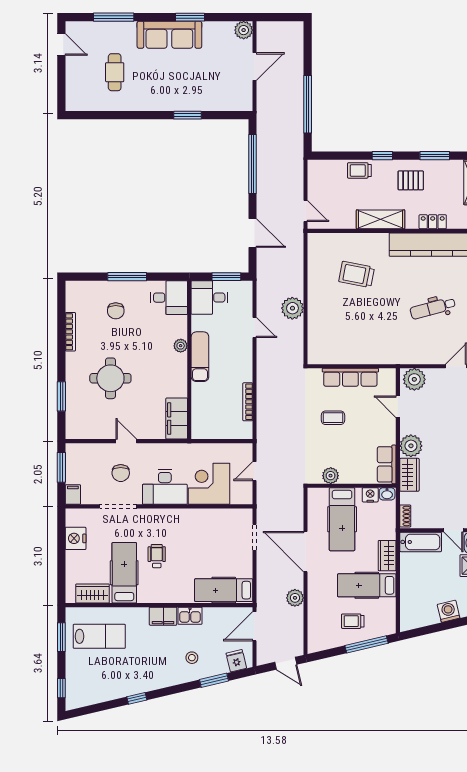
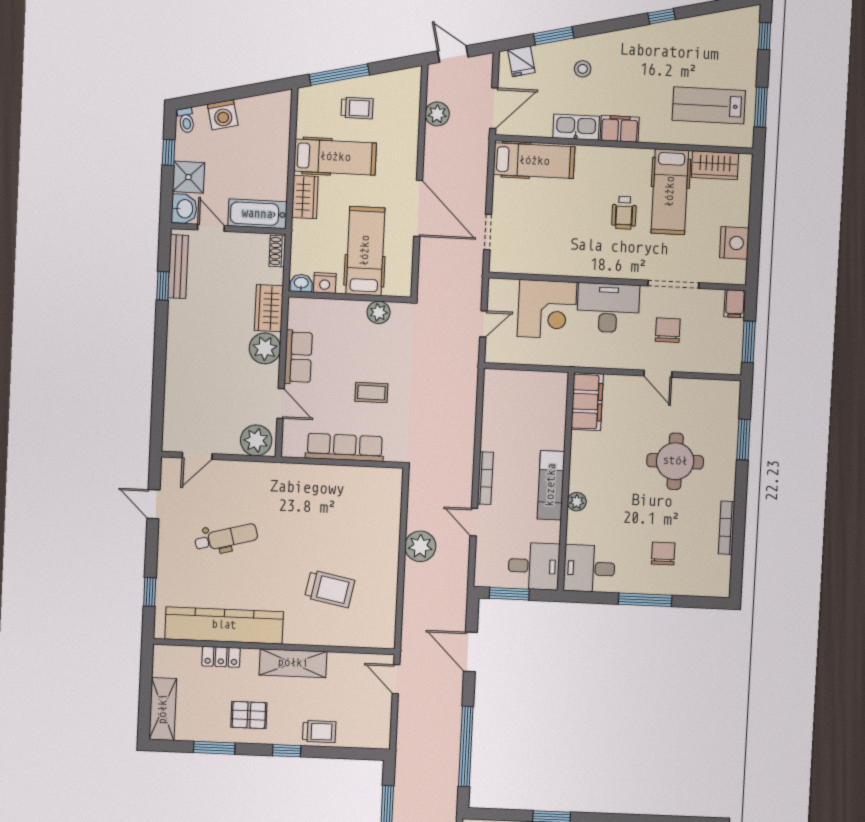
bookcase: (248, 402) -> (485, 478), moved
row of seats: (387, 464) -> (298, 357), moved
plant: (295, 598) -> (437, 114), moved
kitchen sink: (190, 616) -> (576, 127), width x1.38

